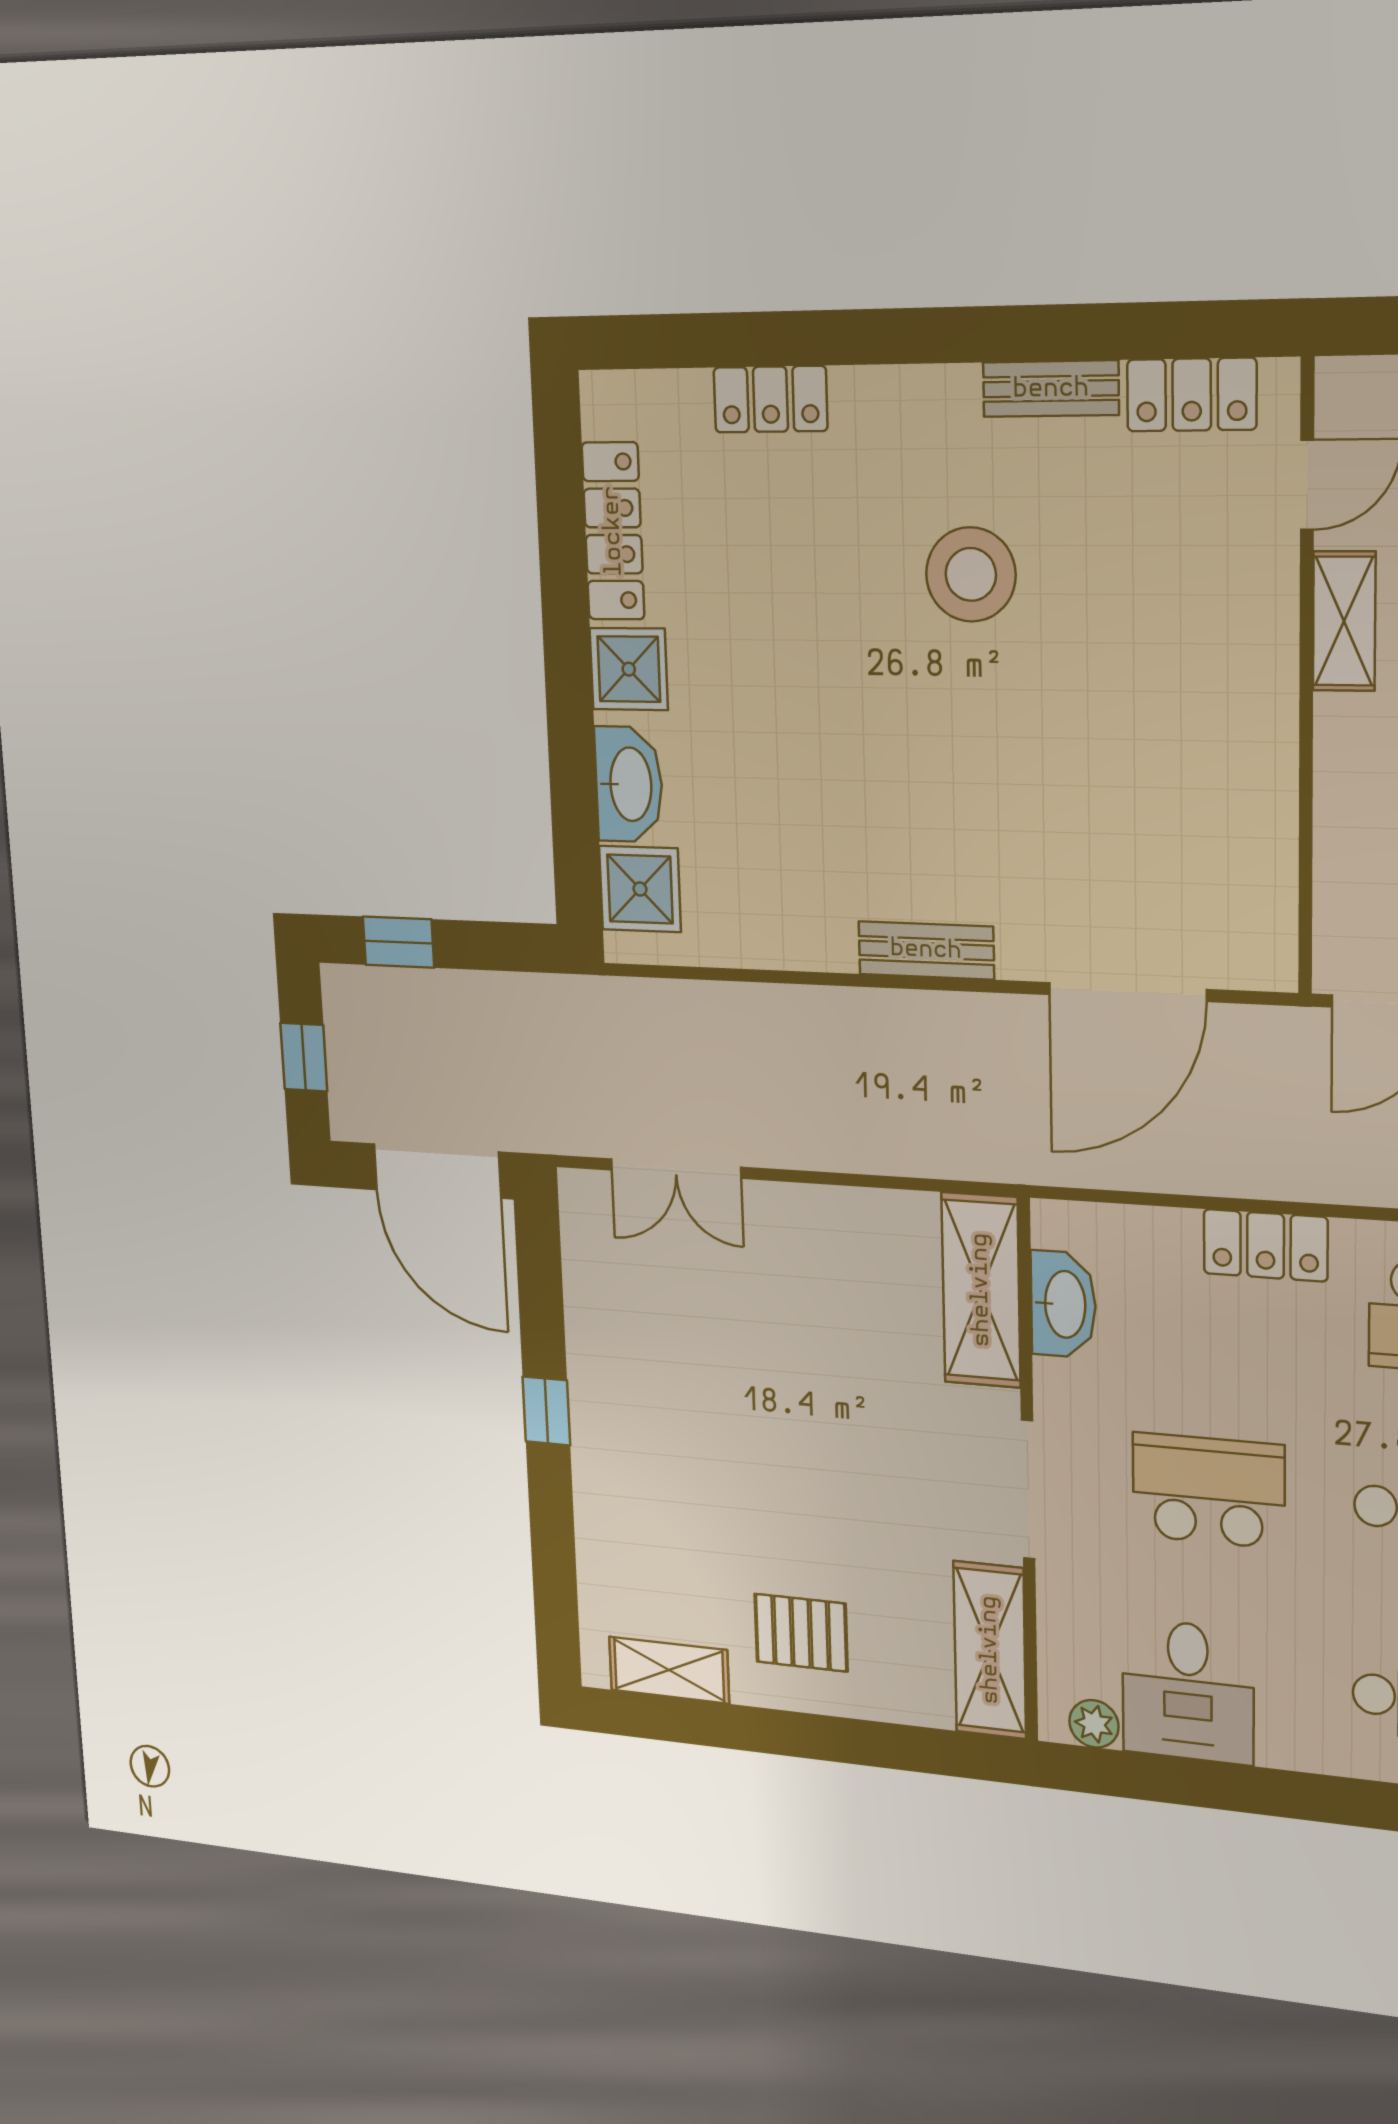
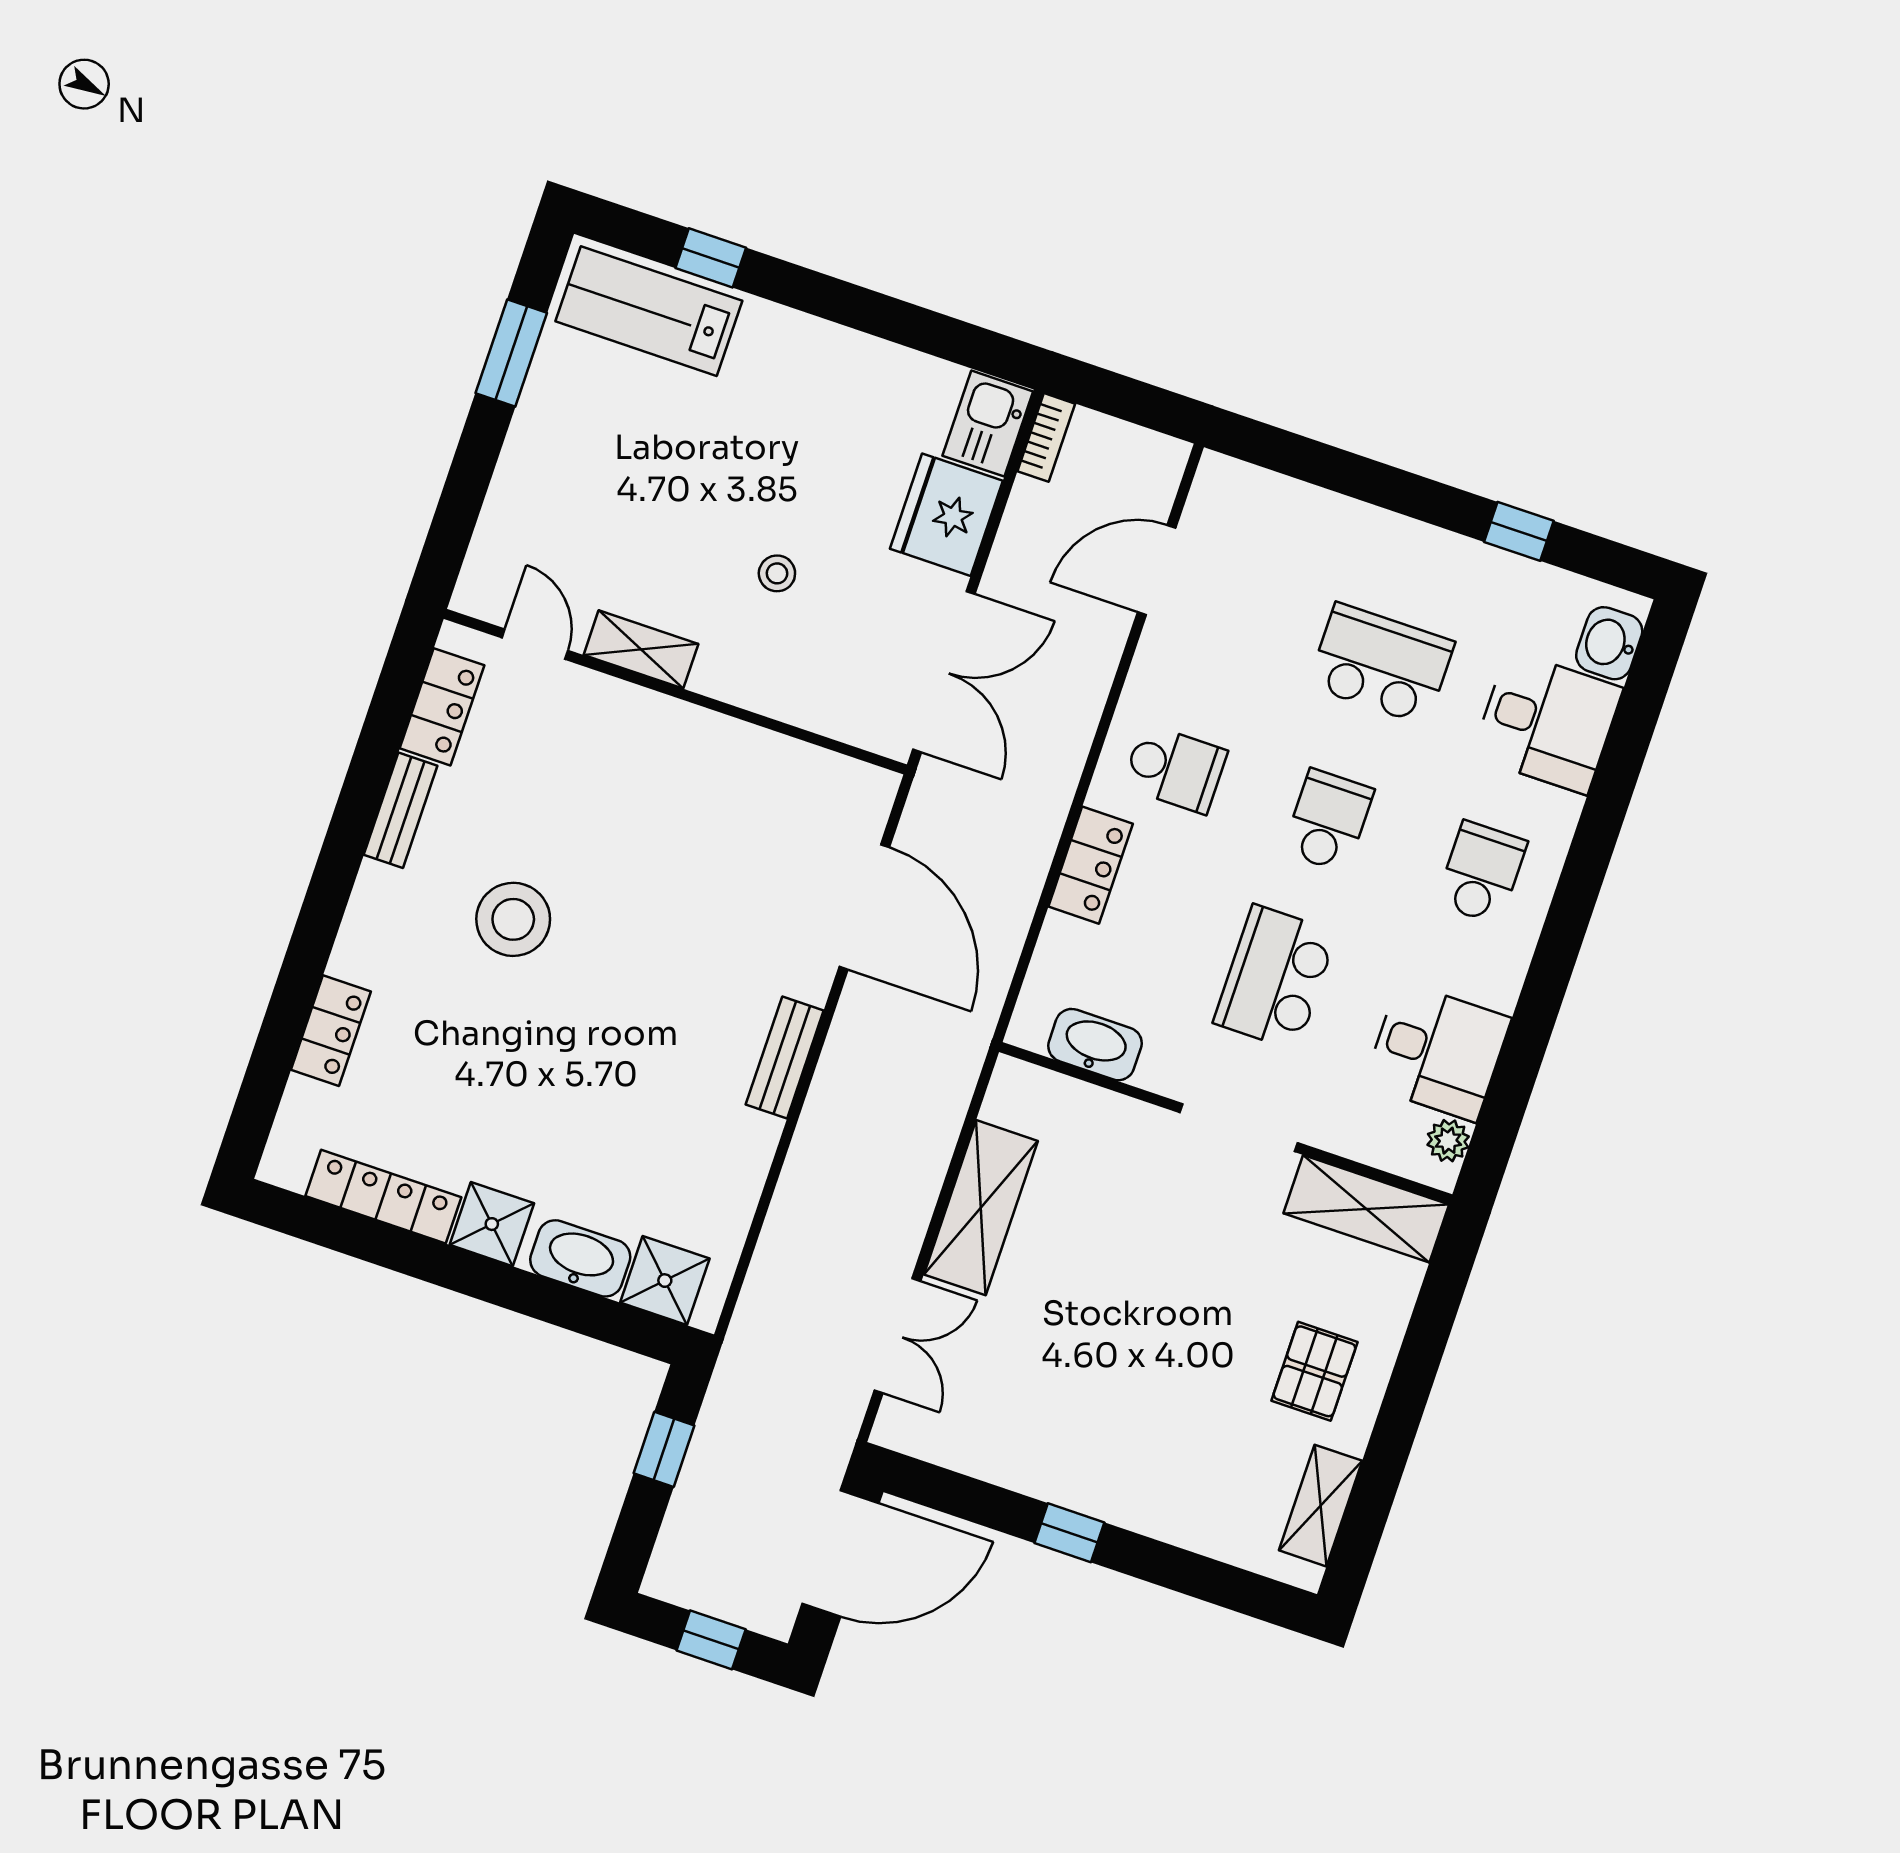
window: (399, 942) -> (664, 1449), moved
shelving: (981, 1290) -> (981, 1208), moved, turned 90

